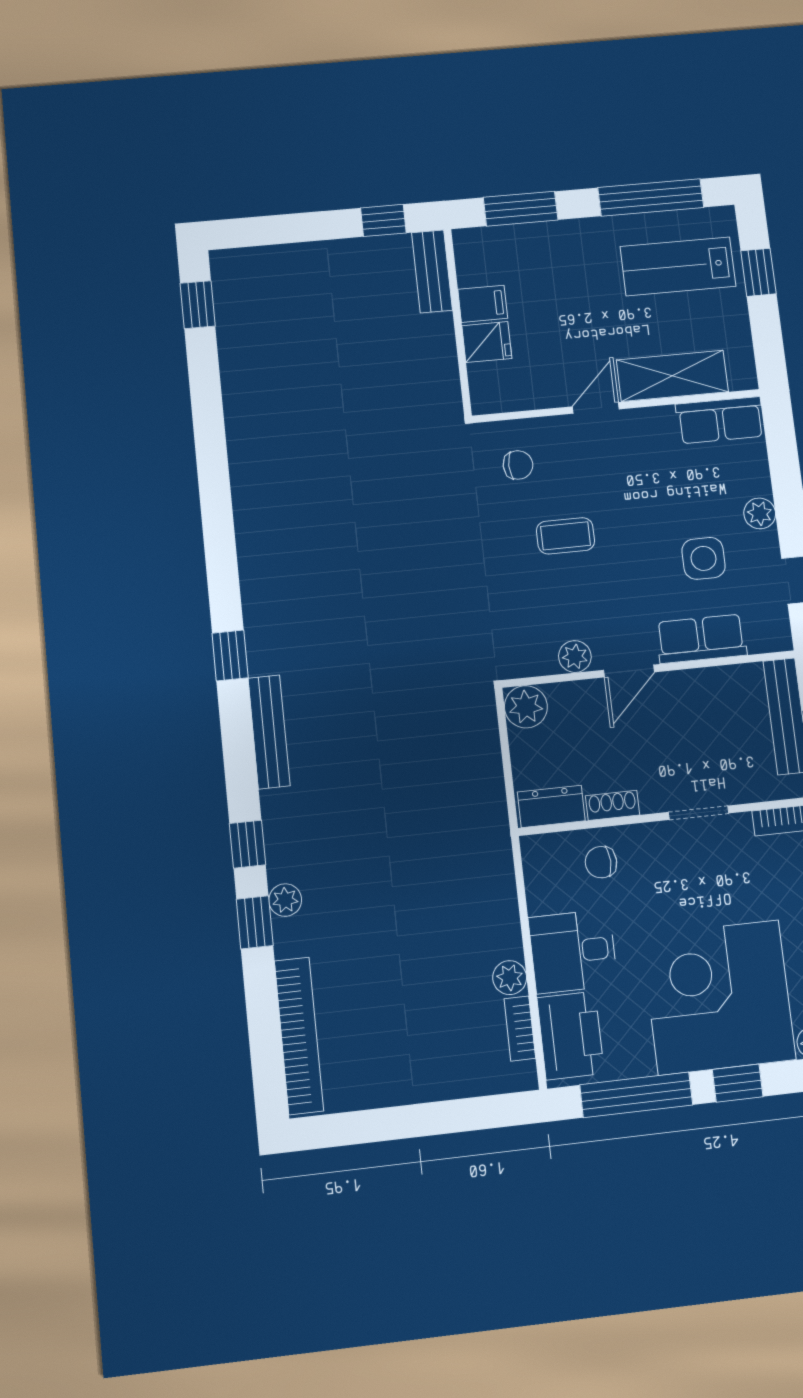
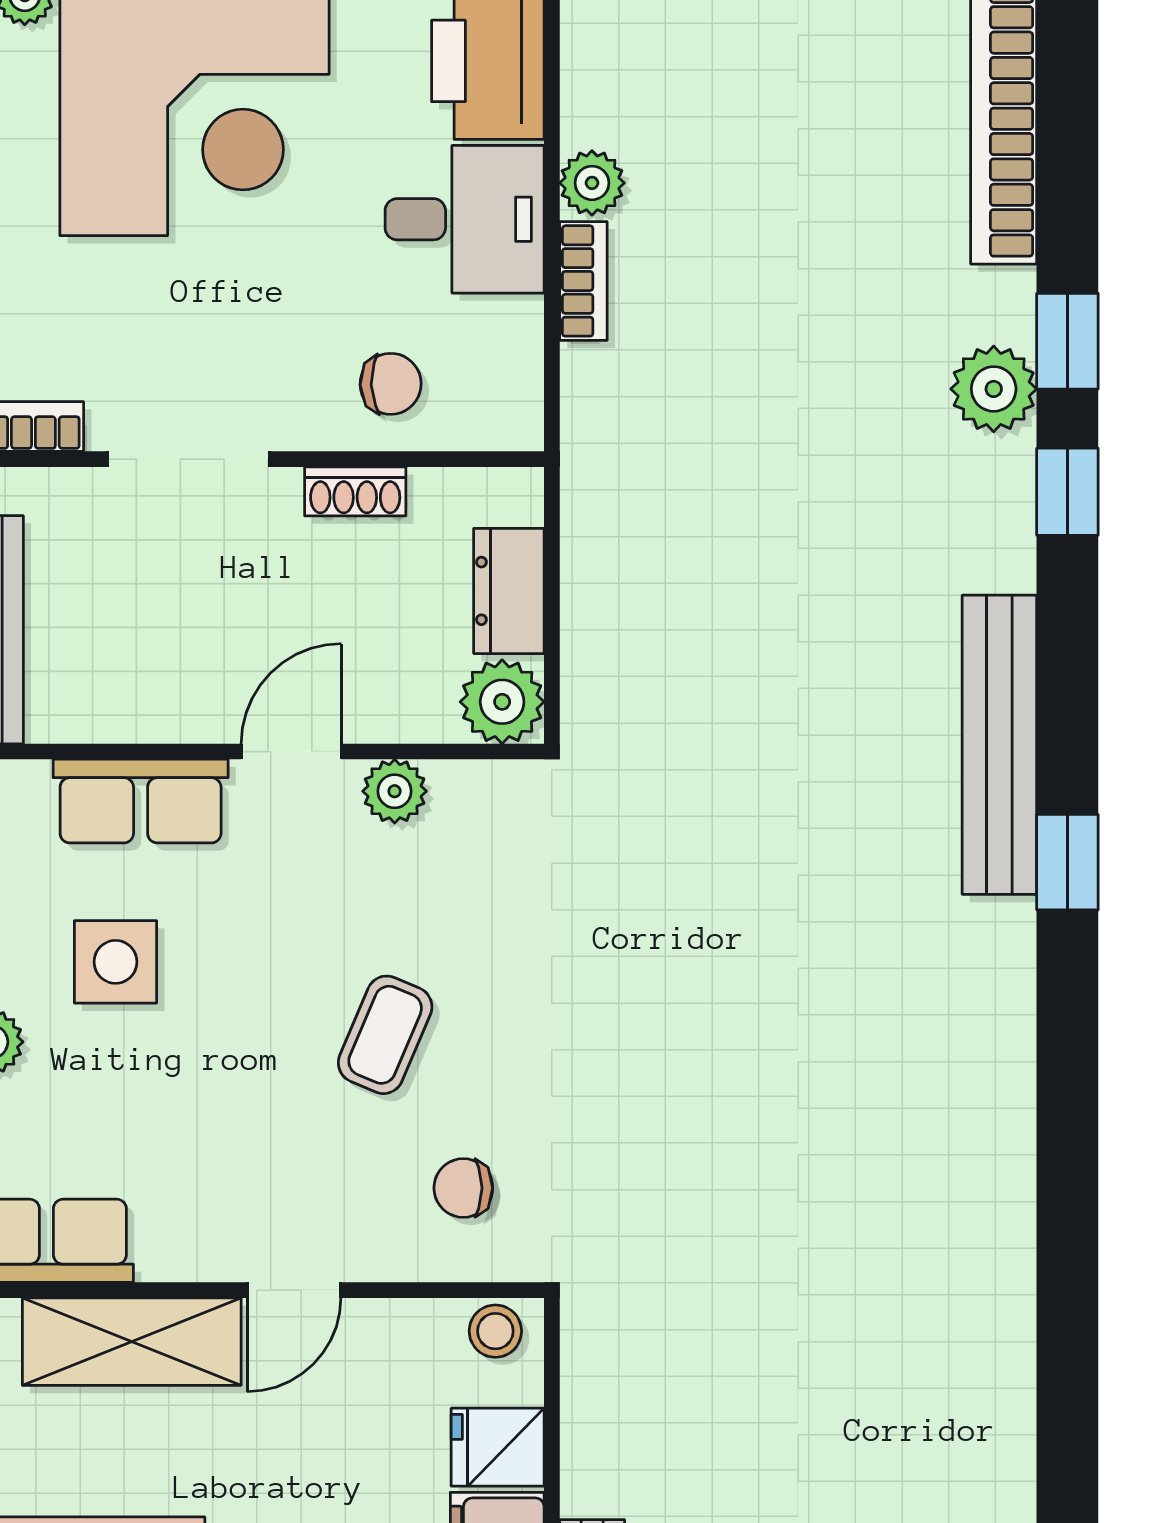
stool: (494, 397) -> (495, 1331), added
coffee table: (565, 536) -> (385, 1035), turned -67
bench: (269, 732) -> (999, 745), width x1.37, depth x1.21
dresser: (551, 806) -> (509, 591), moved, turned 90
doorway: (699, 813) -> (189, 459), width x1.38
plant: (285, 900) -> (994, 389), width x1.38, depth x1.38
bookcase: (520, 1029) -> (583, 281), moved

